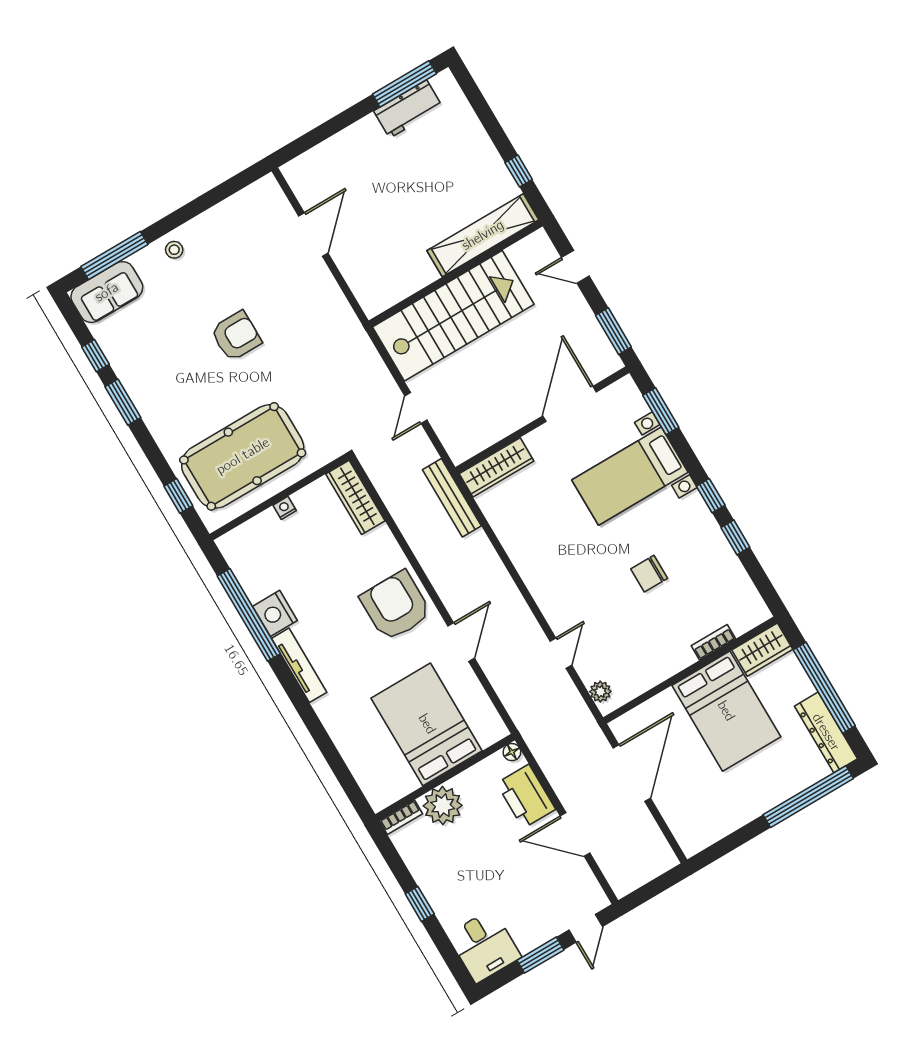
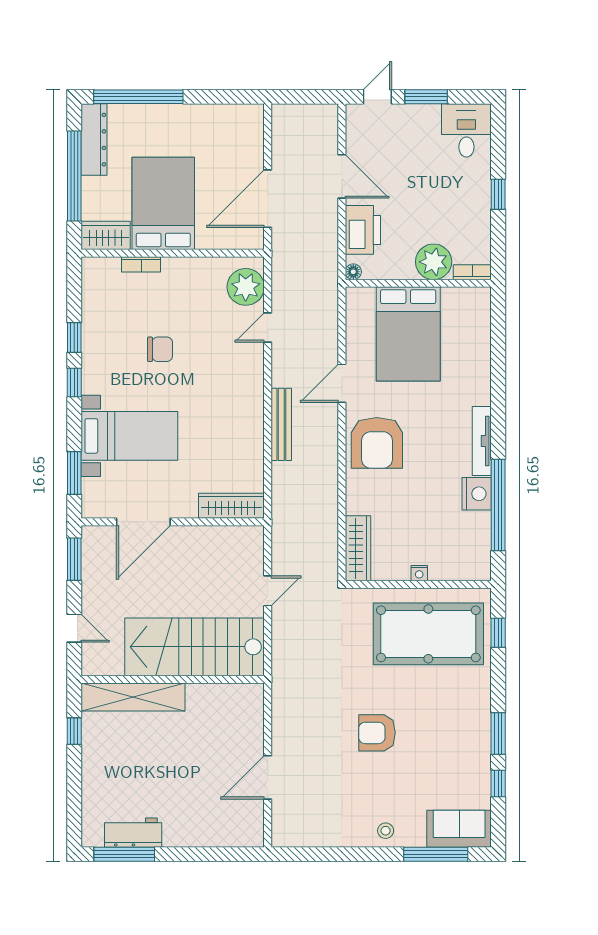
bench: (452, 498) -> (281, 424), moved
plant: (600, 692) -> (246, 287), width x1.88, depth x1.88

